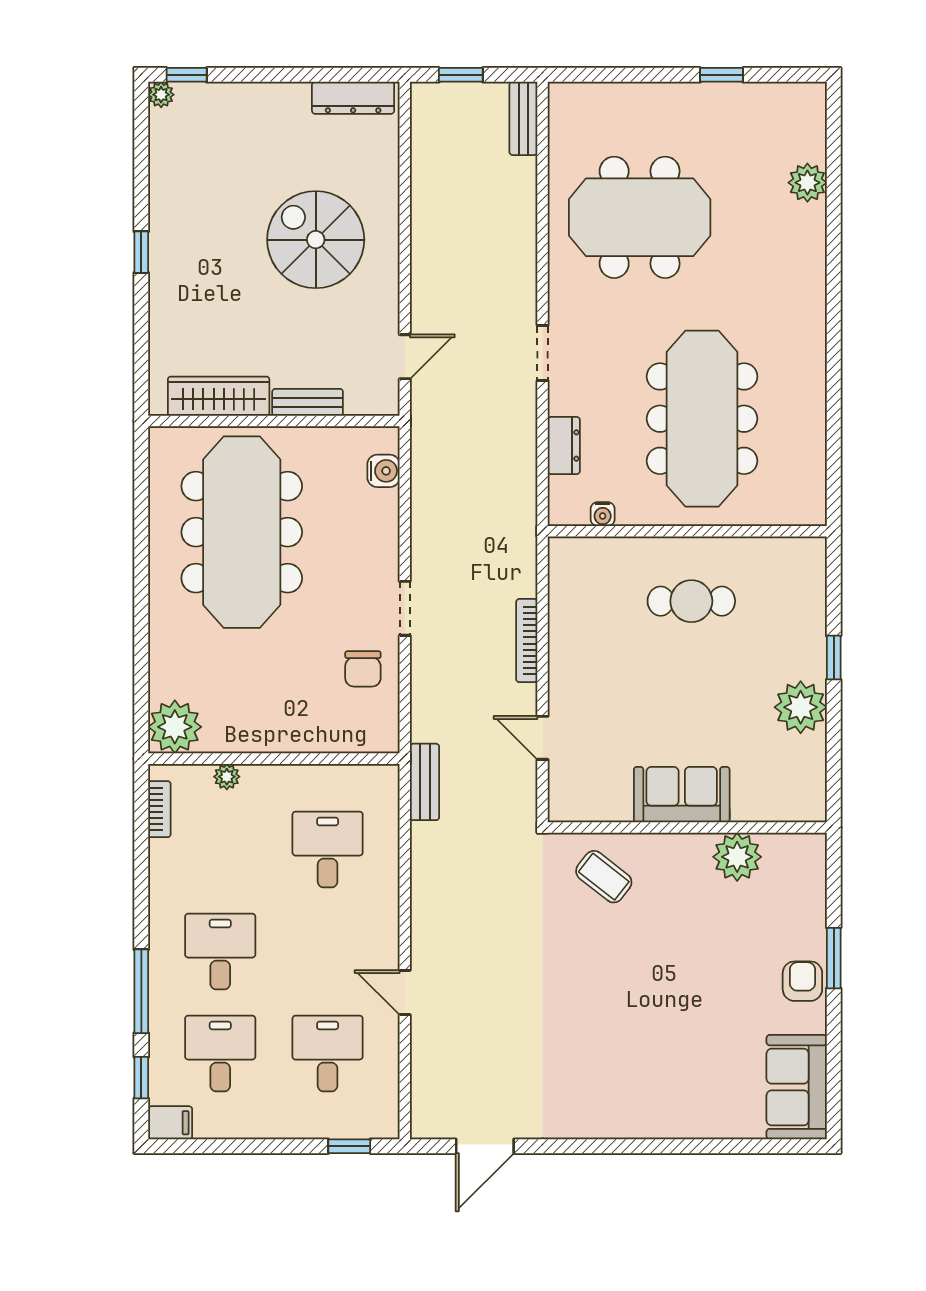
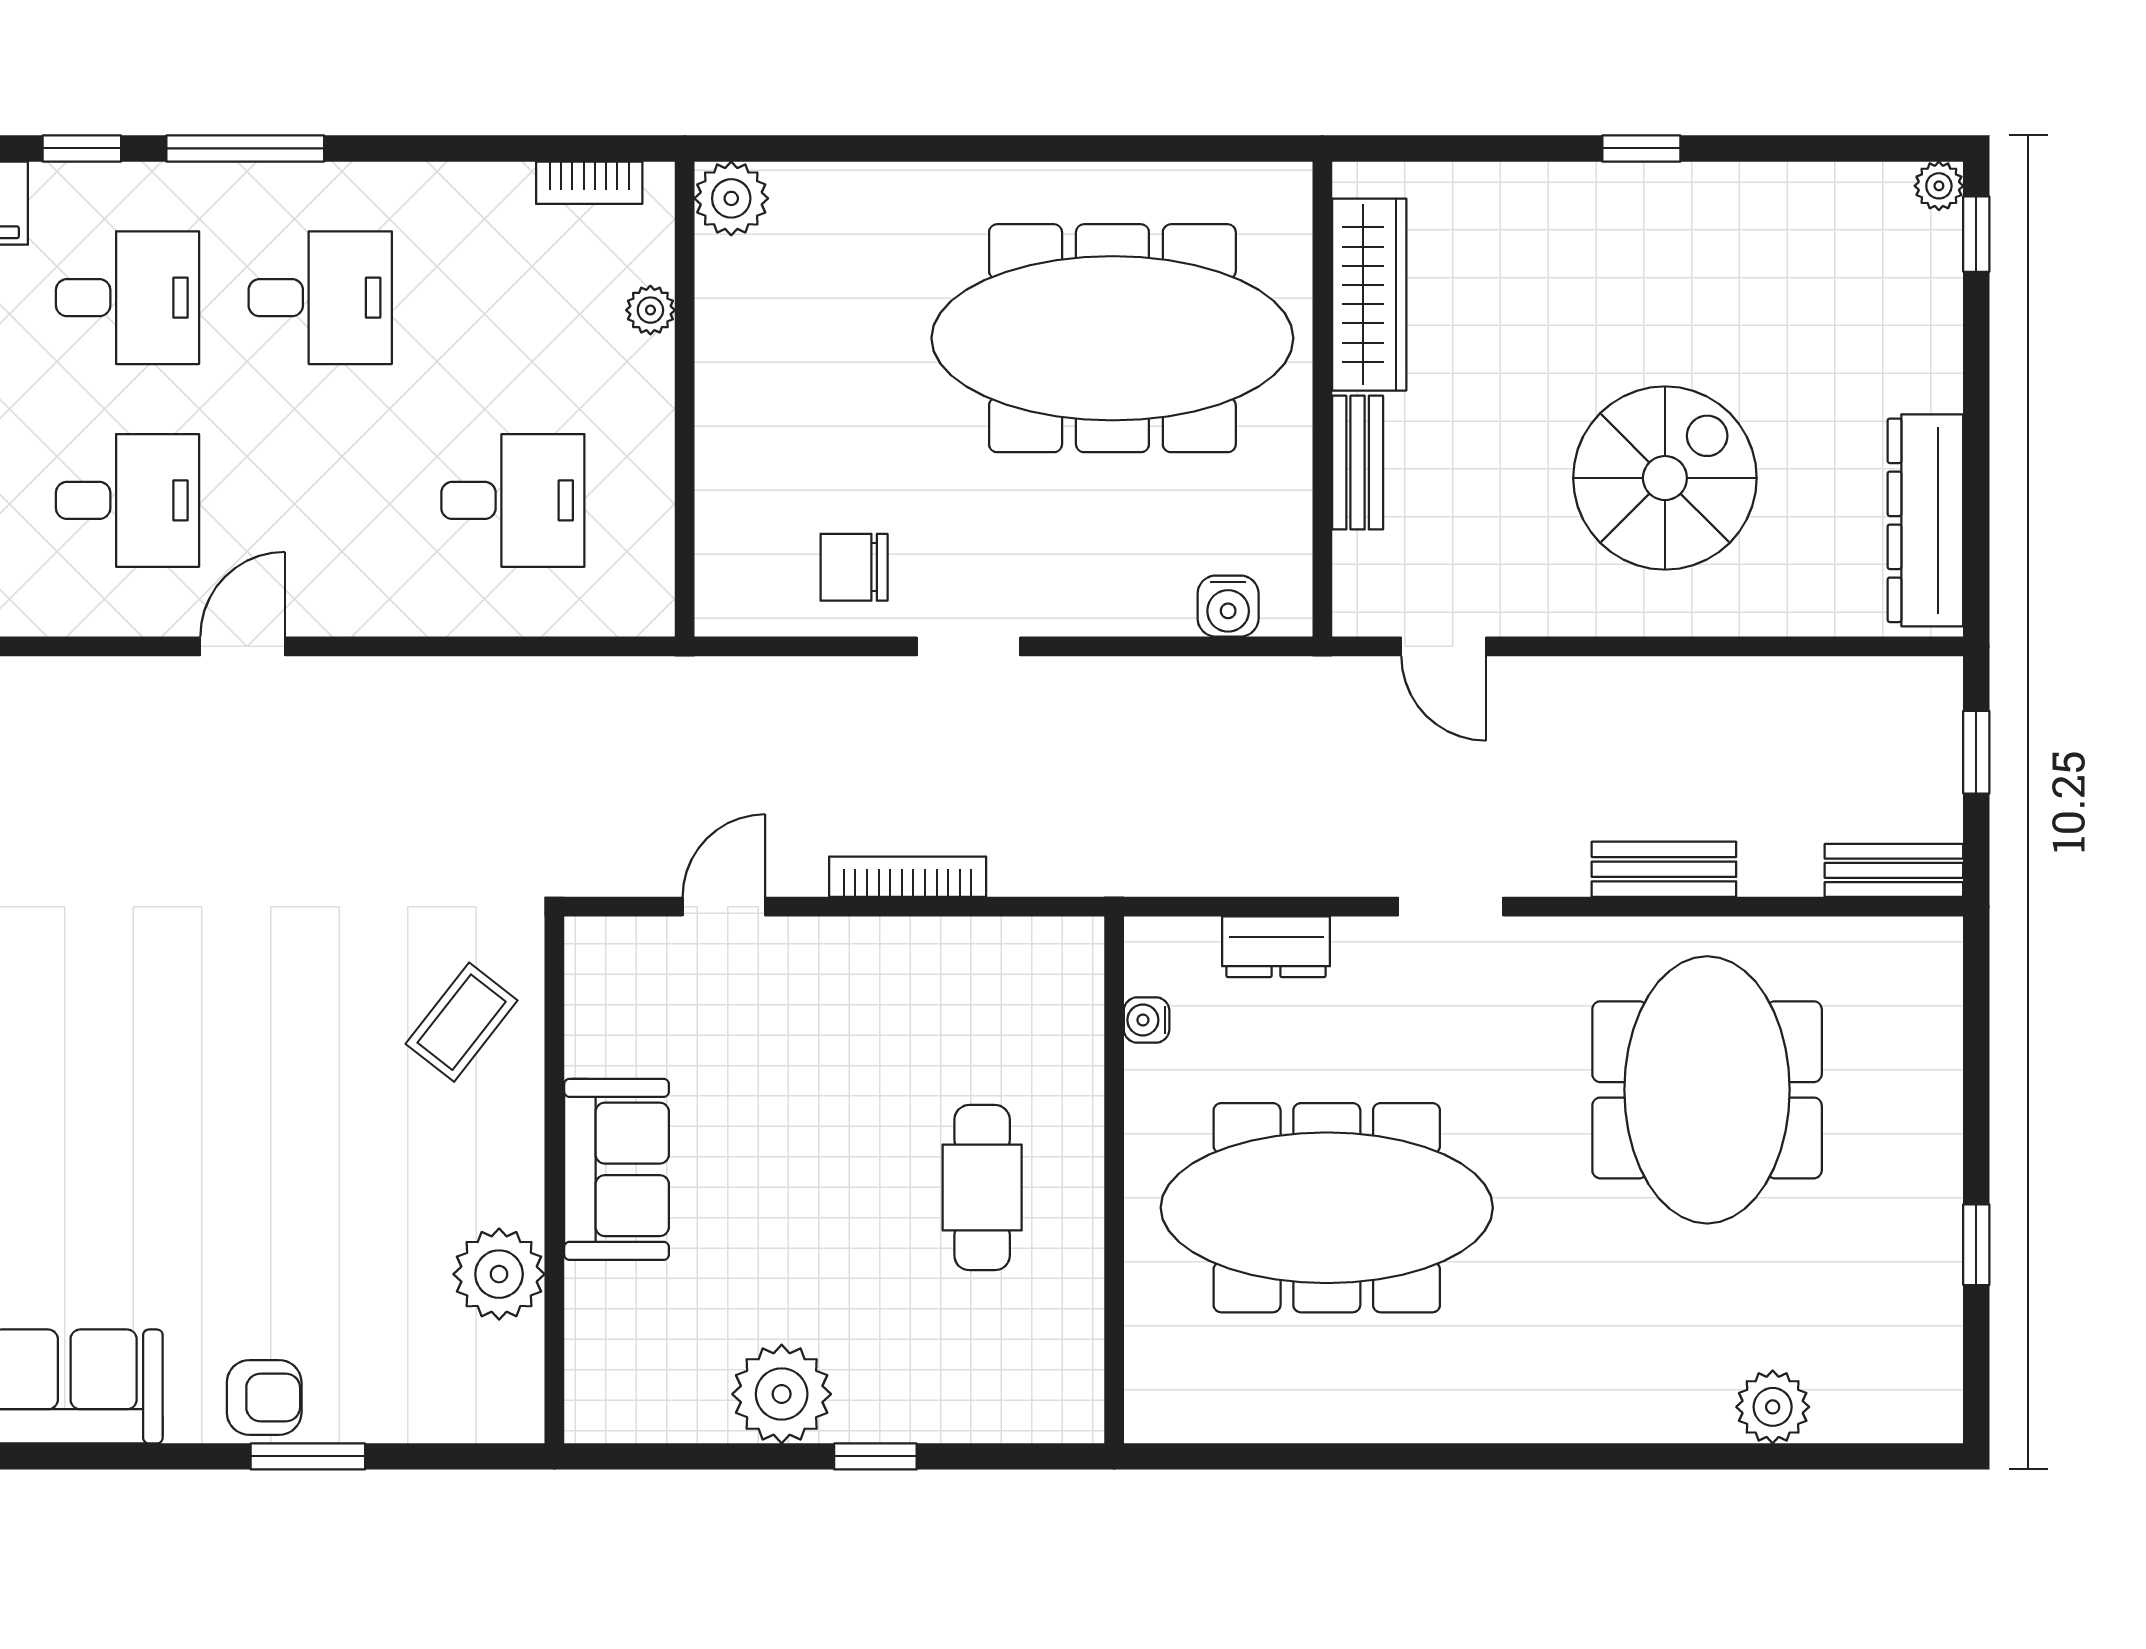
dresser: (353, 98) -> (1925, 520), width x1.37, depth x1.24
plant: (175, 727) -> (731, 198), width x0.73, depth x0.73
bench: (425, 782) -> (1664, 869), moved

